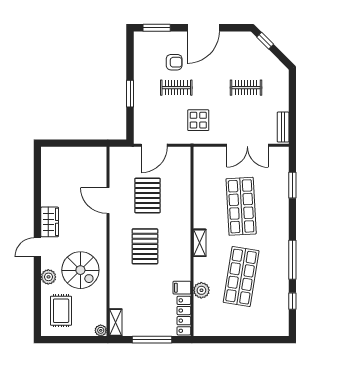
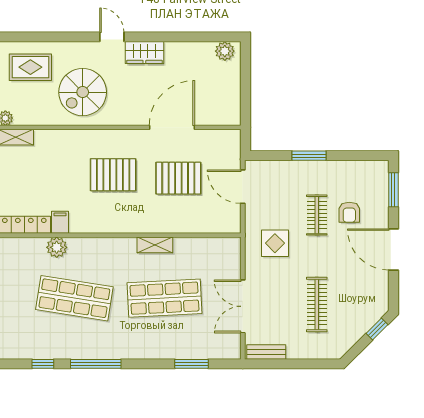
clothes rail: (246, 88) -> (317, 304), width x1.36
door: (108, 201) -> (172, 127), width x1.36
shelving: (200, 243) -> (155, 245), moved
plant: (48, 277) -> (225, 51), moved

